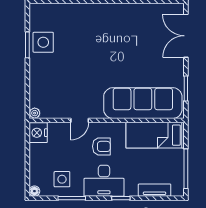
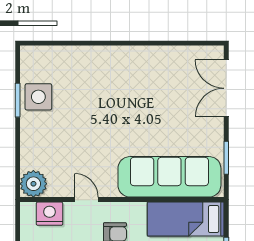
plant: (35, 113) -> (33, 184), width x1.87, depth x1.87
door: (80, 120) -> (86, 200), swing flipped
nightstand: (38, 133) -> (49, 214), moved, turned 90

